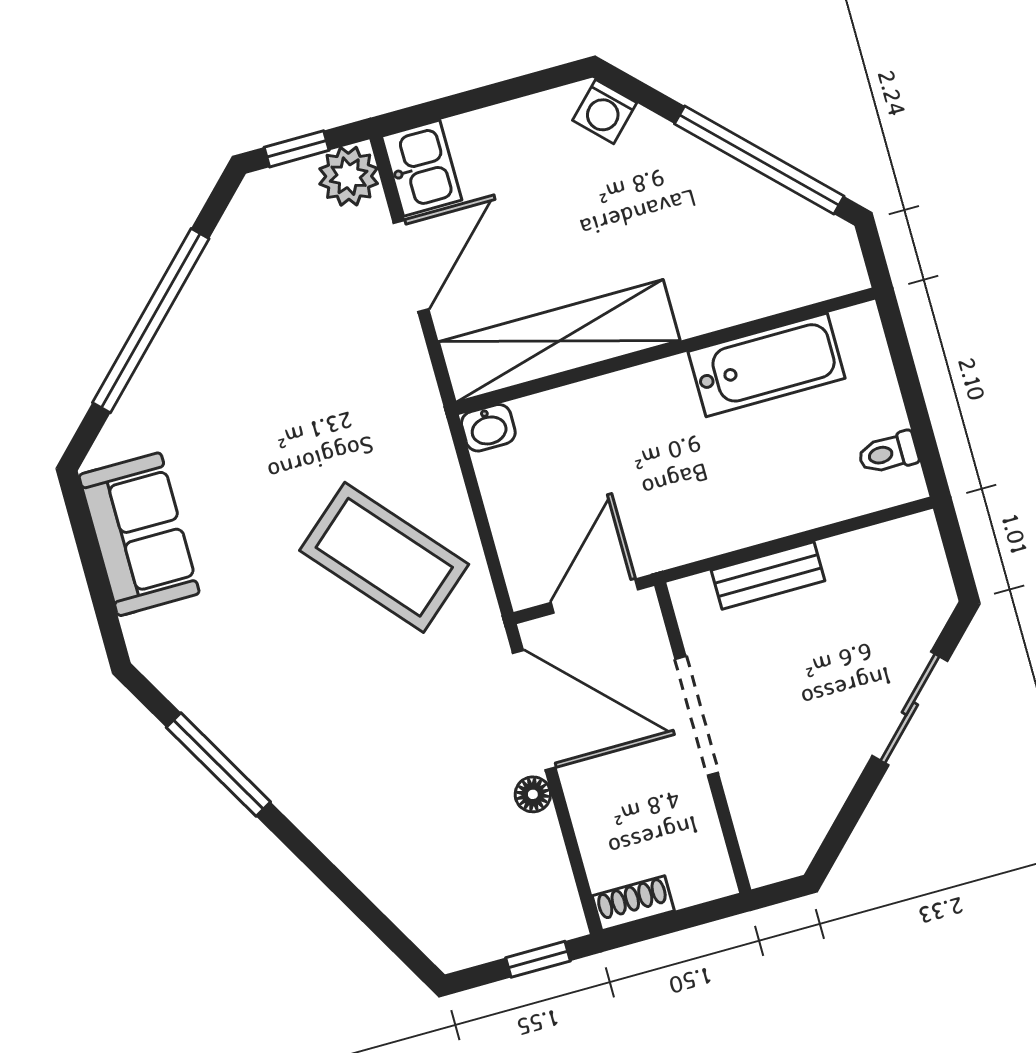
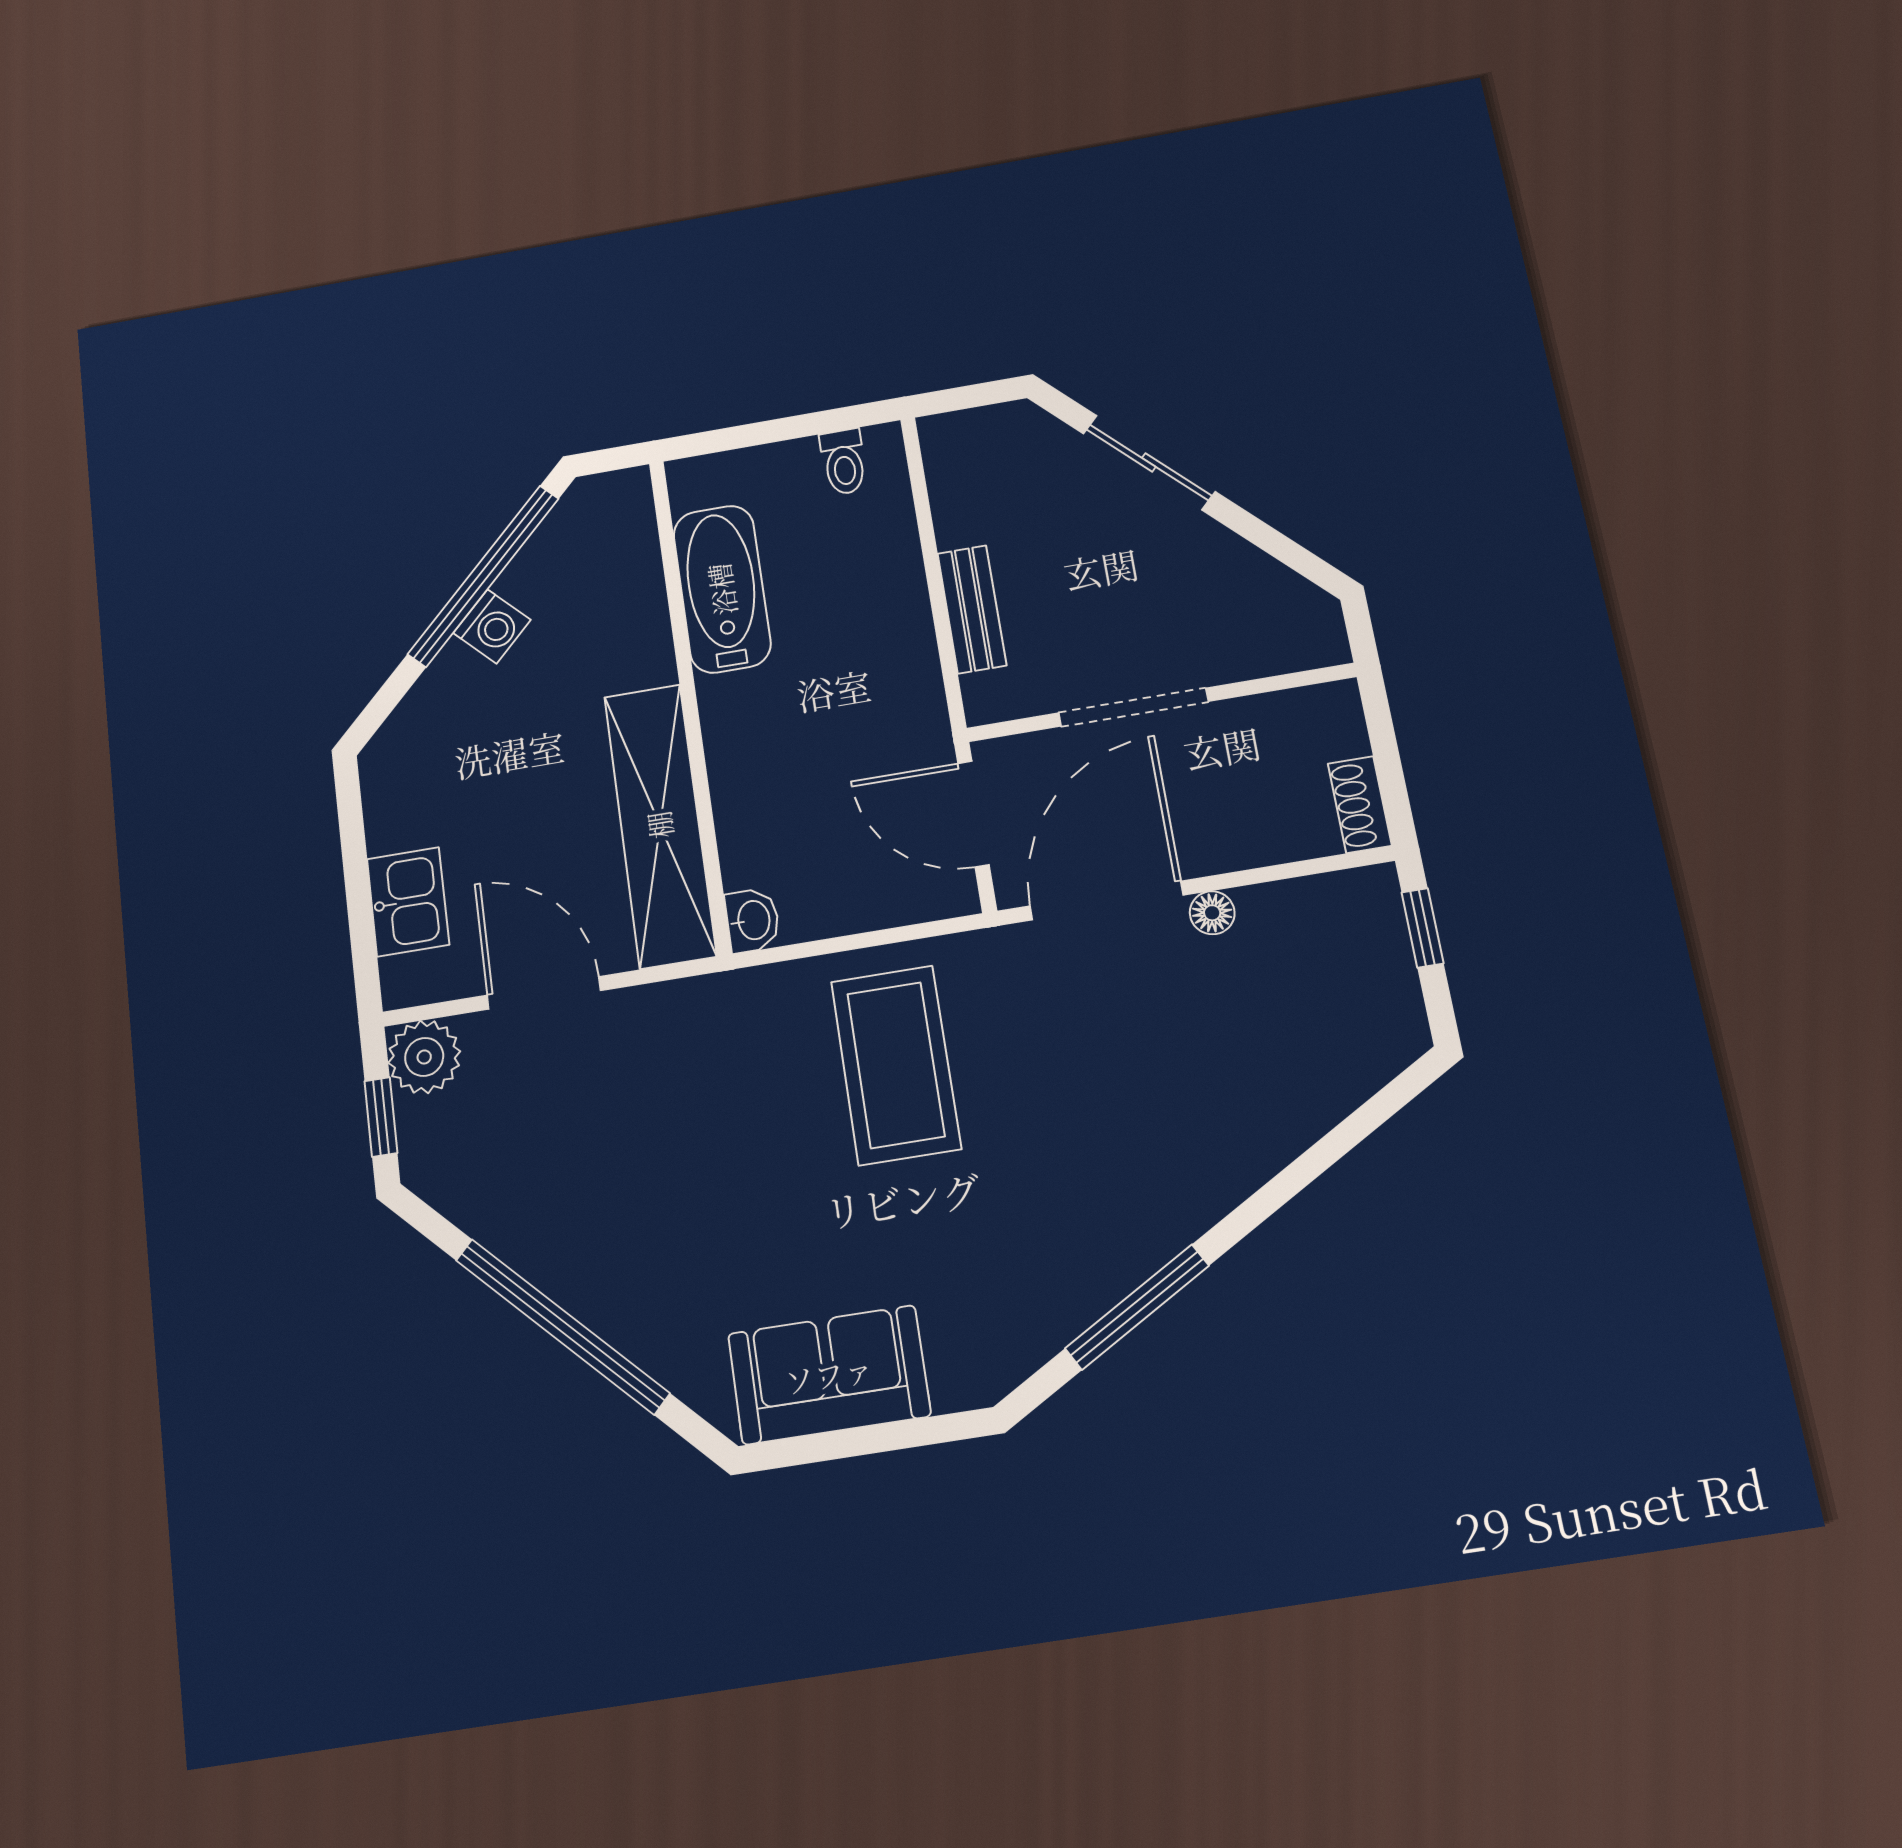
washing machine: (605, 112) -> (492, 626), moved
kitchen sink: (422, 168) -> (408, 902), moved, turned 90
coffee table: (384, 557) -> (896, 1065), turned -49

